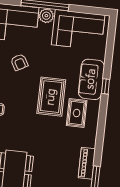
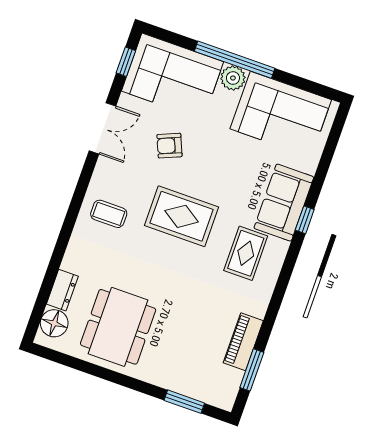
armchair: (19, 62) -> (169, 146), turned 96
rug: (51, 97) -> (182, 216), moved, turned 90

